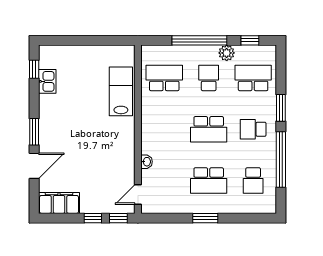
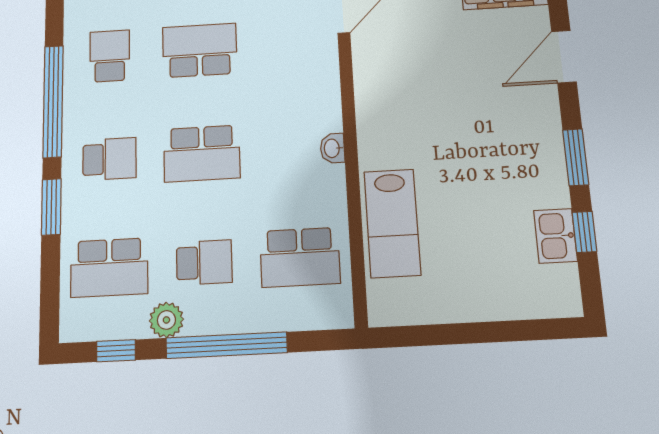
window: (34, 69) -> (584, 232), moved
school desk: (209, 78) -> (204, 262), turned -90
school desk: (209, 129) -> (202, 153), turned 180
window: (34, 132) -> (576, 157), moved
washbasin: (147, 162) -> (332, 148), moved

